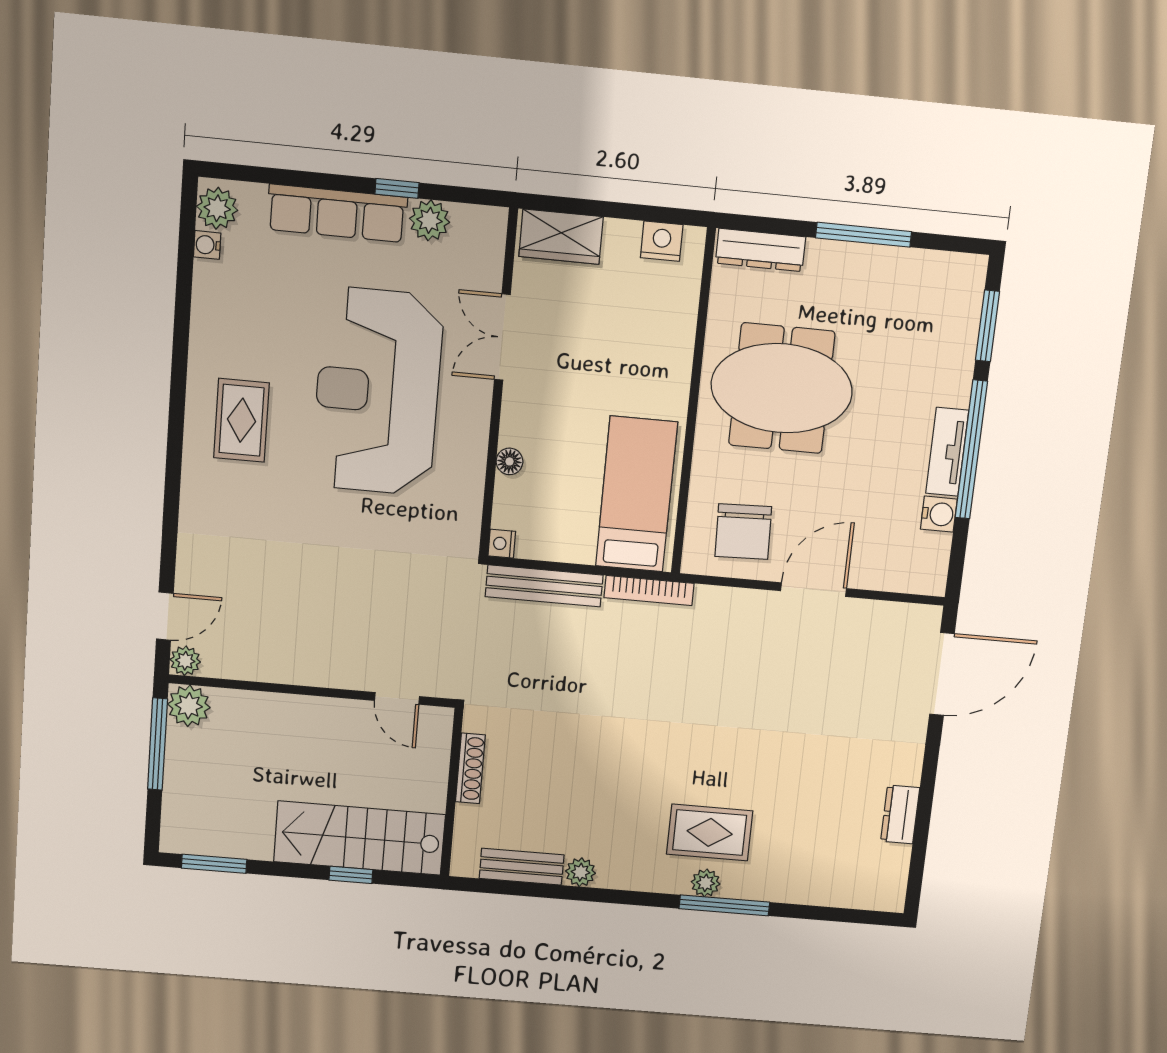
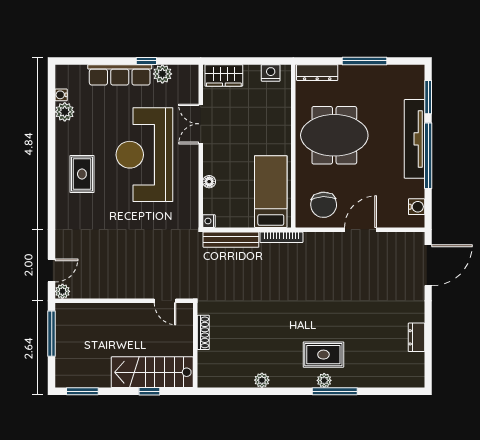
plant: (217, 208) -> (65, 112), moved
tv unit: (947, 452) -> (414, 139), width x1.92, depth x1.29
water cooler: (939, 514) -> (417, 207), moved
plant: (189, 706) -> (65, 313), removed
bench: (522, 867) -> (233, 380), removed

